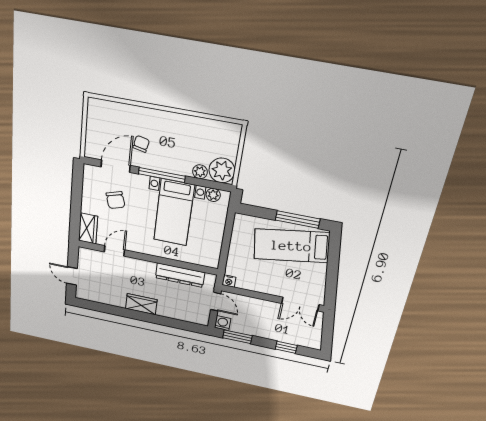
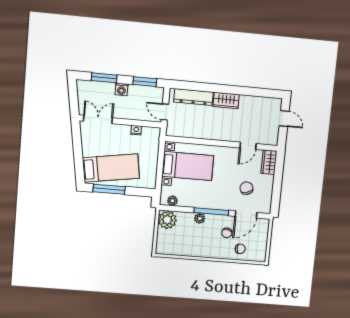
chair: (123, 119) -> (240, 249), added
plant: (200, 172) -> (200, 218), moved
bed with nightstands: (174, 213) -> (188, 166), moved, turned 90
dresser: (180, 275) -> (193, 97), moved, turned 180
nightstand: (229, 281) -> (136, 130), moved
washing machine: (223, 323) -> (122, 89), moved
window: (286, 347) -> (104, 78), width x1.50

